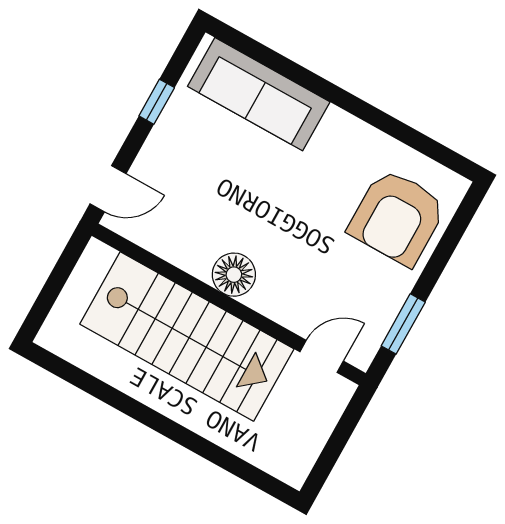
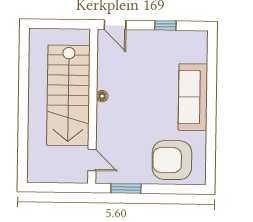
sofa: (259, 94) -> (193, 97), moved
floor lamp: (234, 275) -> (102, 96), width x0.53, depth x0.53

